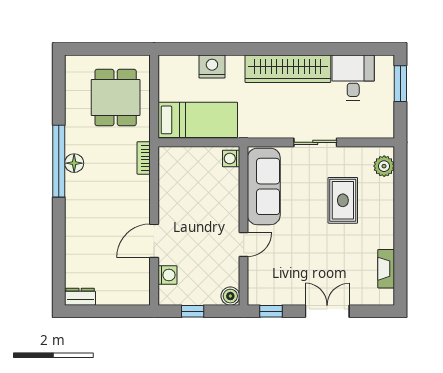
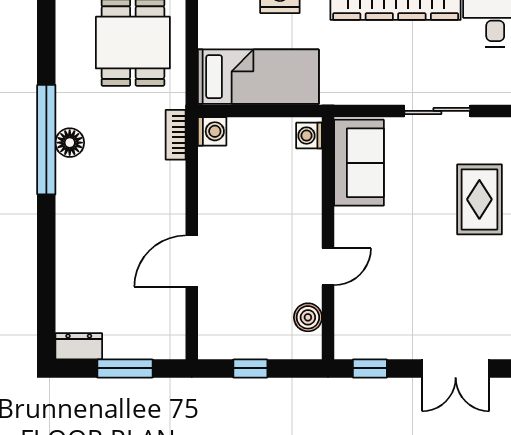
sofa: (264, 186) -> (359, 163), width x0.73
washing machine: (167, 275) -> (212, 131), moved
boiler: (230, 296) -> (308, 317), moved
window: (110, 311) -> (125, 368), added
double door: (327, 311) -> (456, 368), swing flipped

